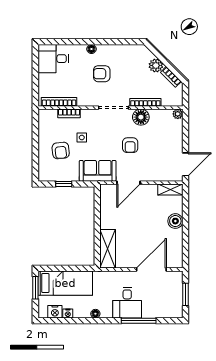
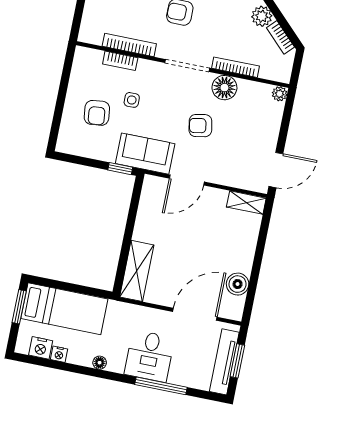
bookcase: (59, 102) -> (129, 45), moved
armchair: (130, 145) -> (200, 126), turned 80
window: (64, 184) -> (120, 169), moved
boiler: (175, 221) -> (238, 284), moved
tv unit: (177, 297) -> (224, 362), added

